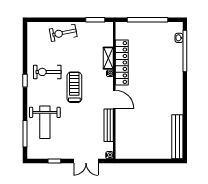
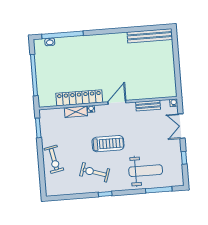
exercise bike: (47, 72) -> (95, 172), turned 108
treadmill: (74, 87) -> (108, 144), turned 180
bench: (109, 125) -> (148, 106), width x0.73
double door: (86, 161) -> (181, 126), swing flipped

